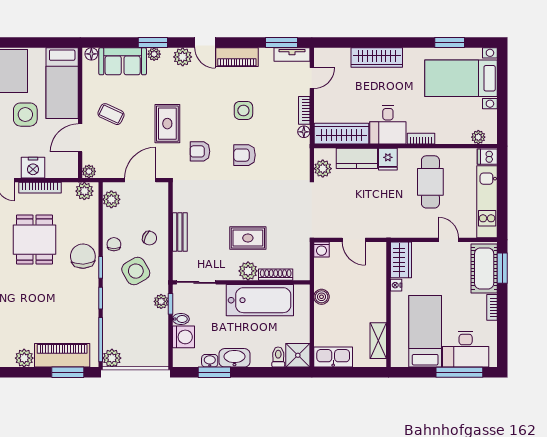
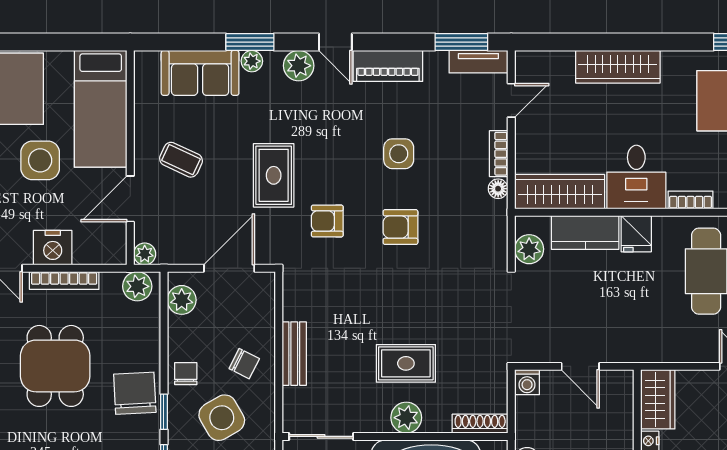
floor lamp: (91, 54) -> (149, 61), removed
shoe rack: (276, 275) -> (480, 424), moved

